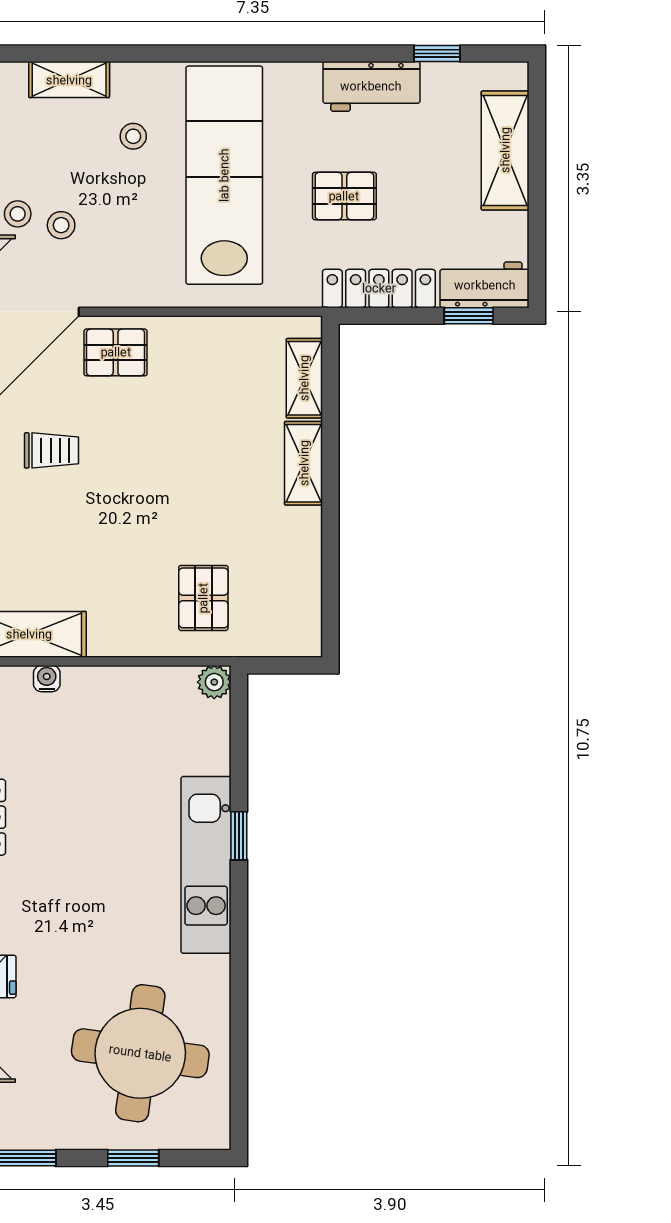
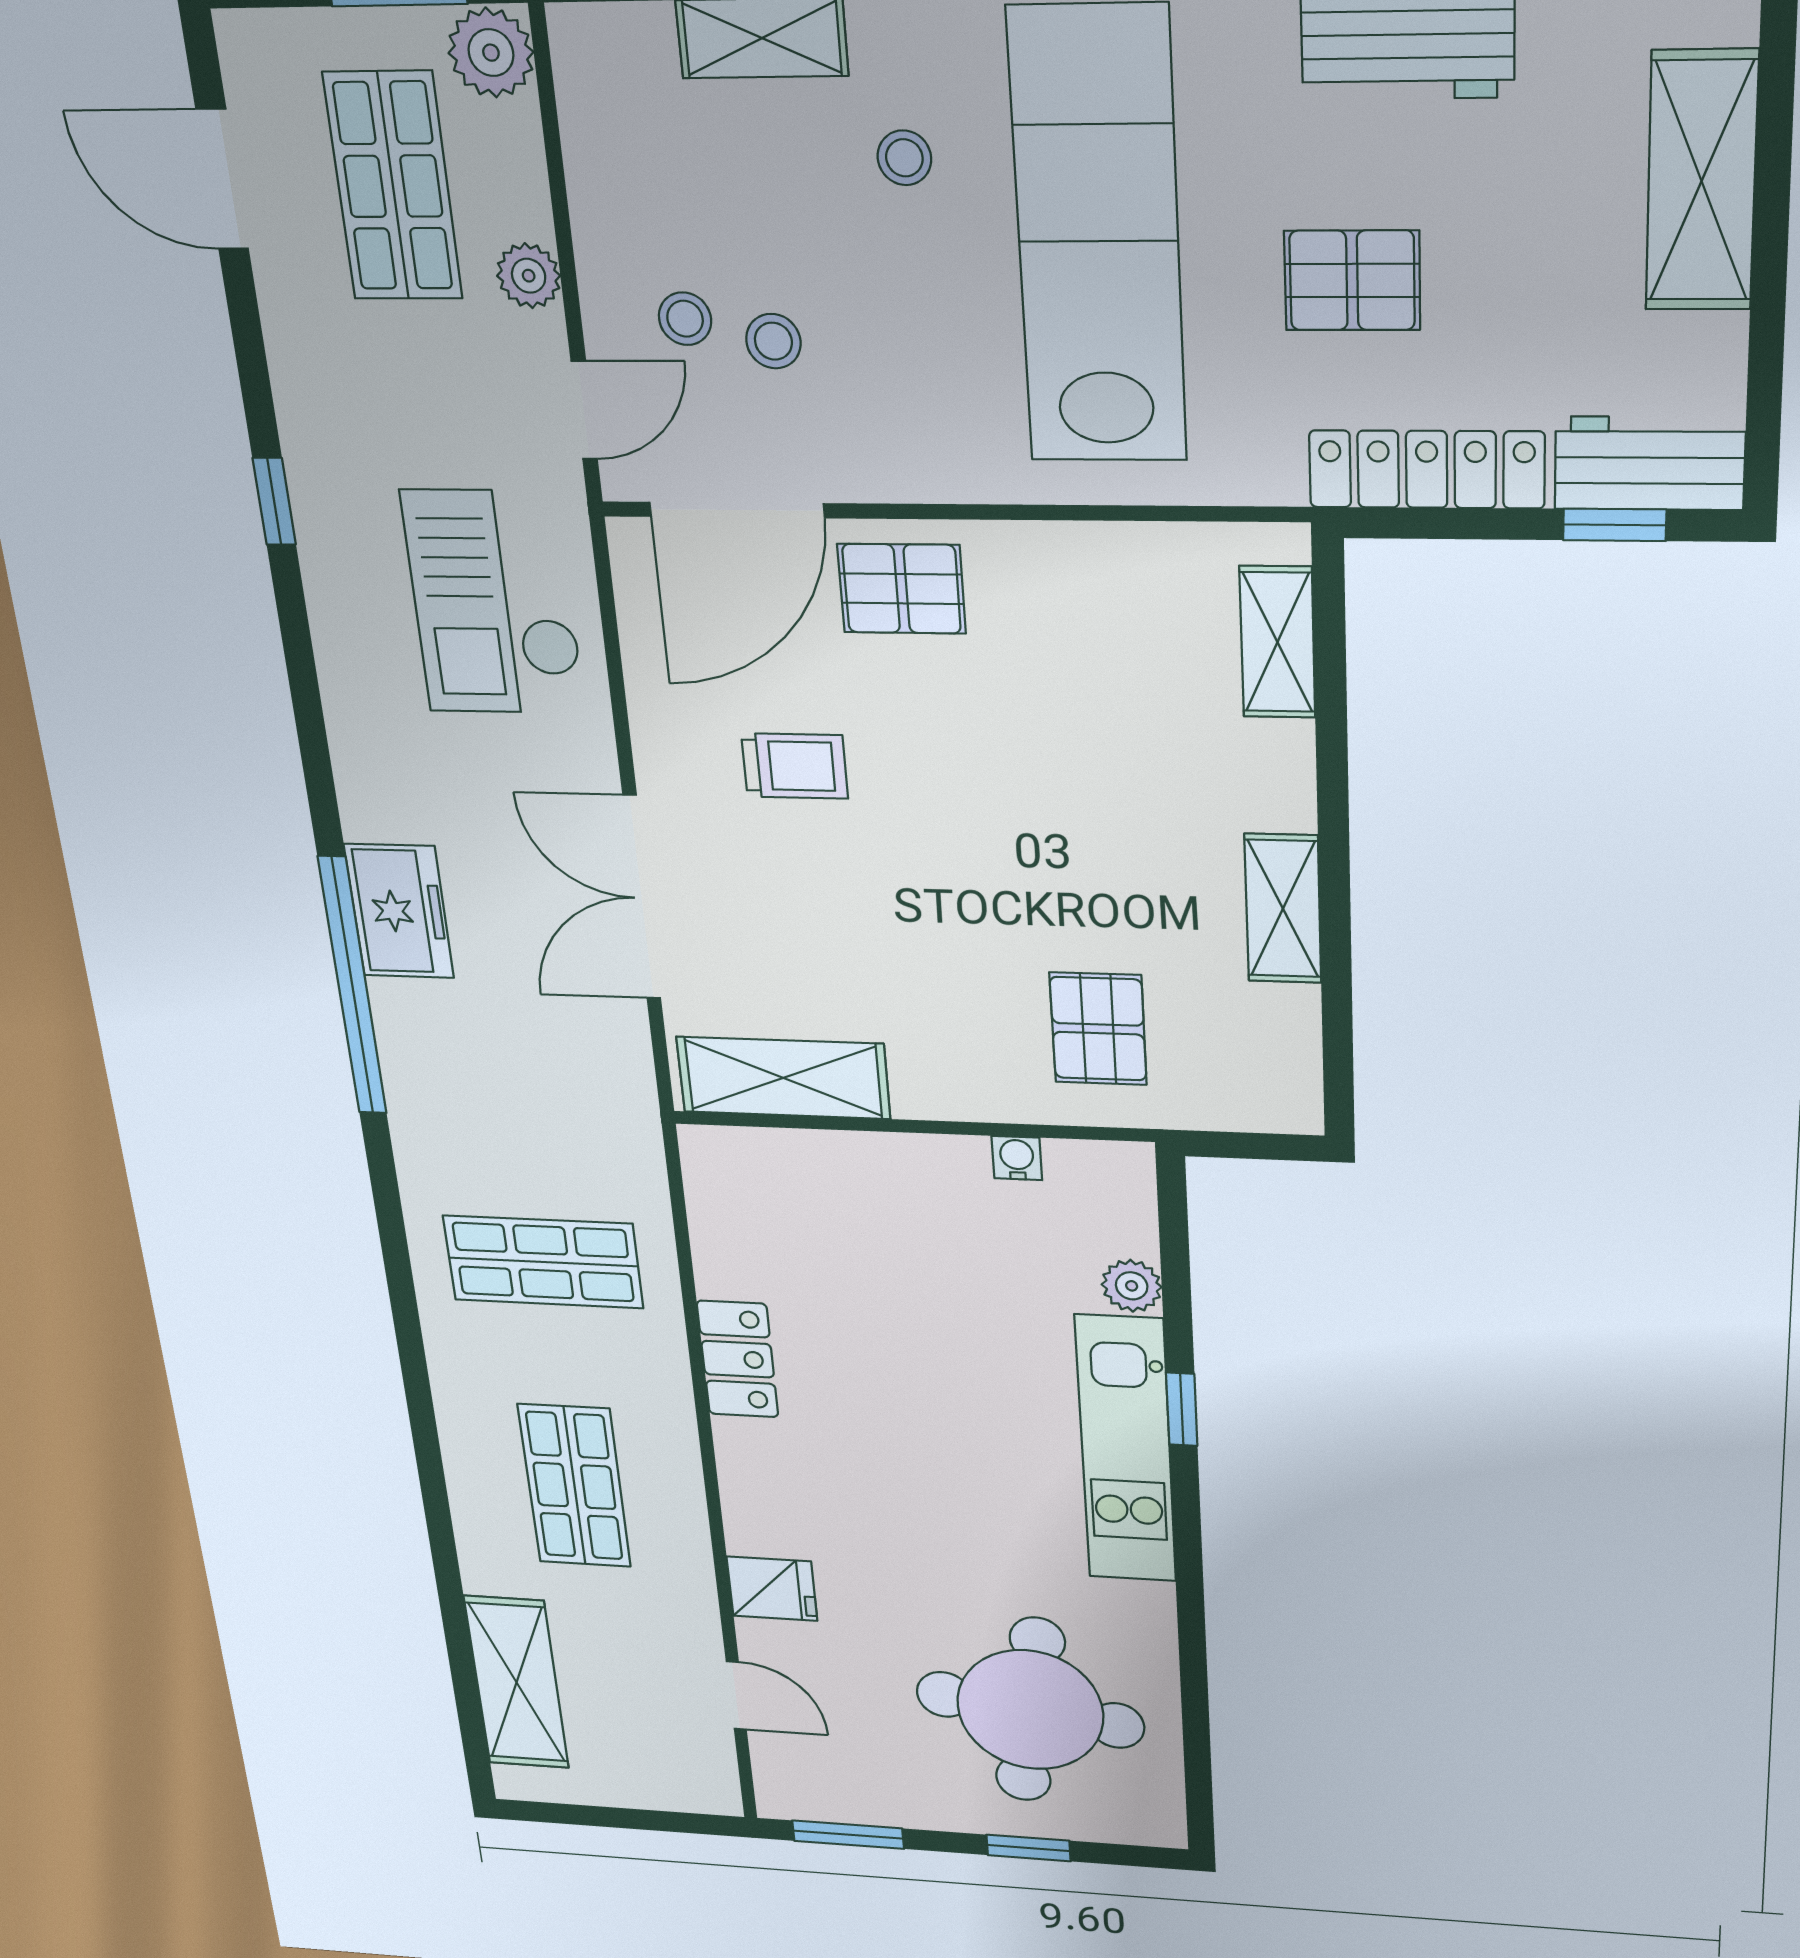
shelving: (304, 463) -> (1283, 909), moved
water cooler: (47, 679) -> (1017, 1158), moved
plant: (214, 682) -> (1132, 1286), moved

